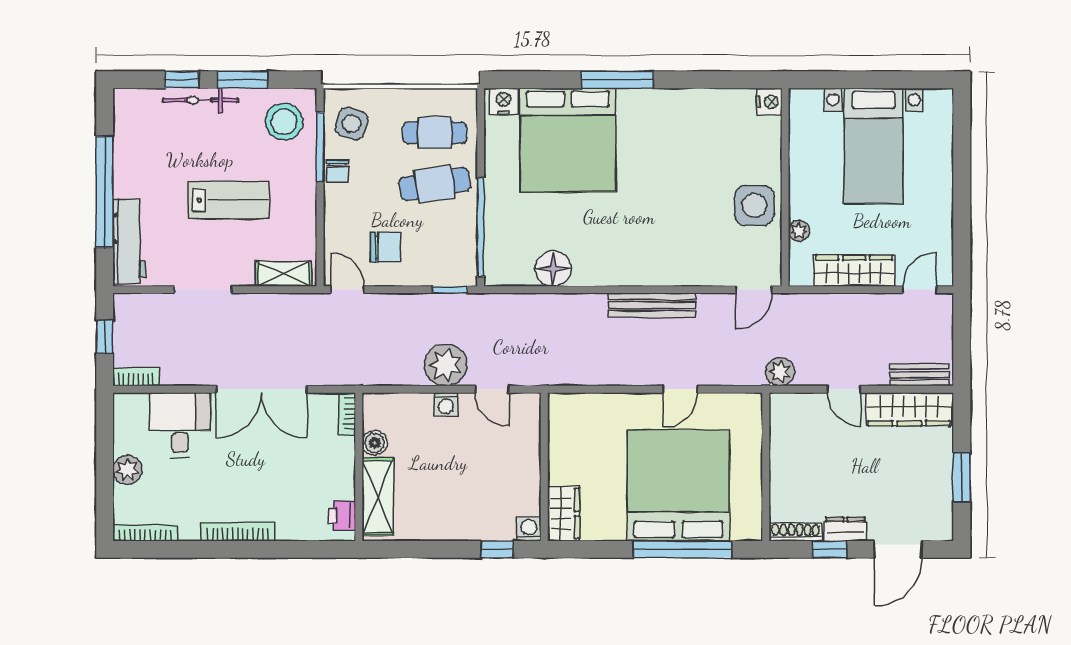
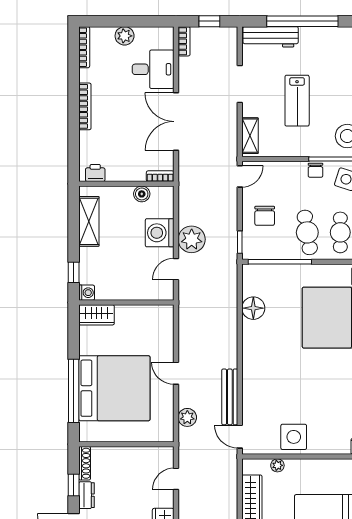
chair: (338, 171) -> (315, 170), turned -90
chair: (386, 247) -> (265, 216), moved
bench: (652, 305) -> (230, 397), moved
plant: (780, 372) -> (187, 417), moved
door: (680, 389) -> (176, 373), moved
door: (844, 389) -> (176, 479), moved
washing machine: (446, 404) -> (160, 233), width x1.89, depth x1.89
shelving: (378, 497) -> (89, 221), moved, turned 90

